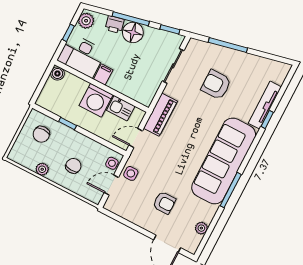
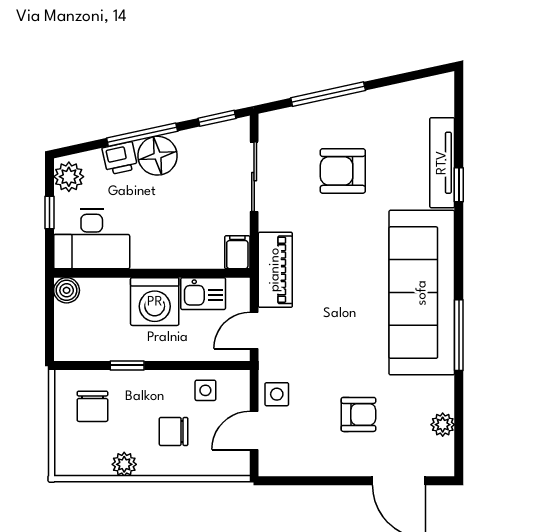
filing cabinet: (103, 75) -> (237, 252), moved
side table: (112, 163) -> (205, 390), moved
chair: (73, 166) -> (174, 431), turned -93

